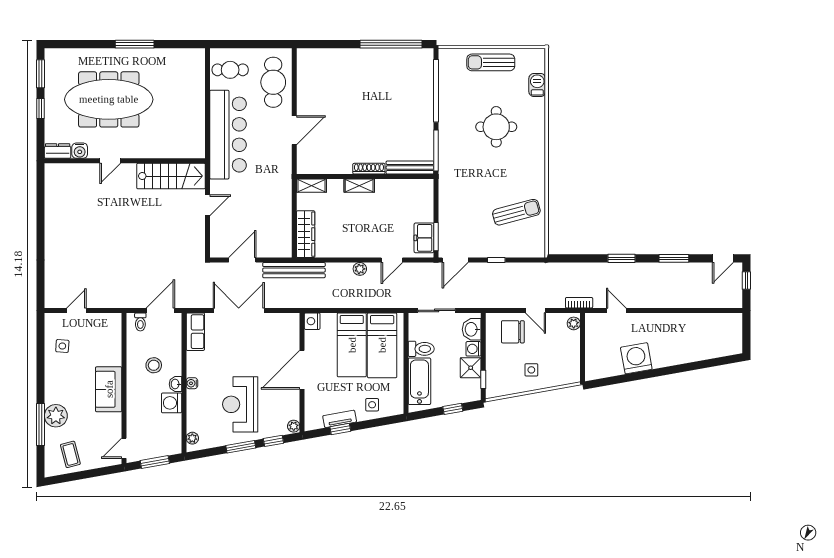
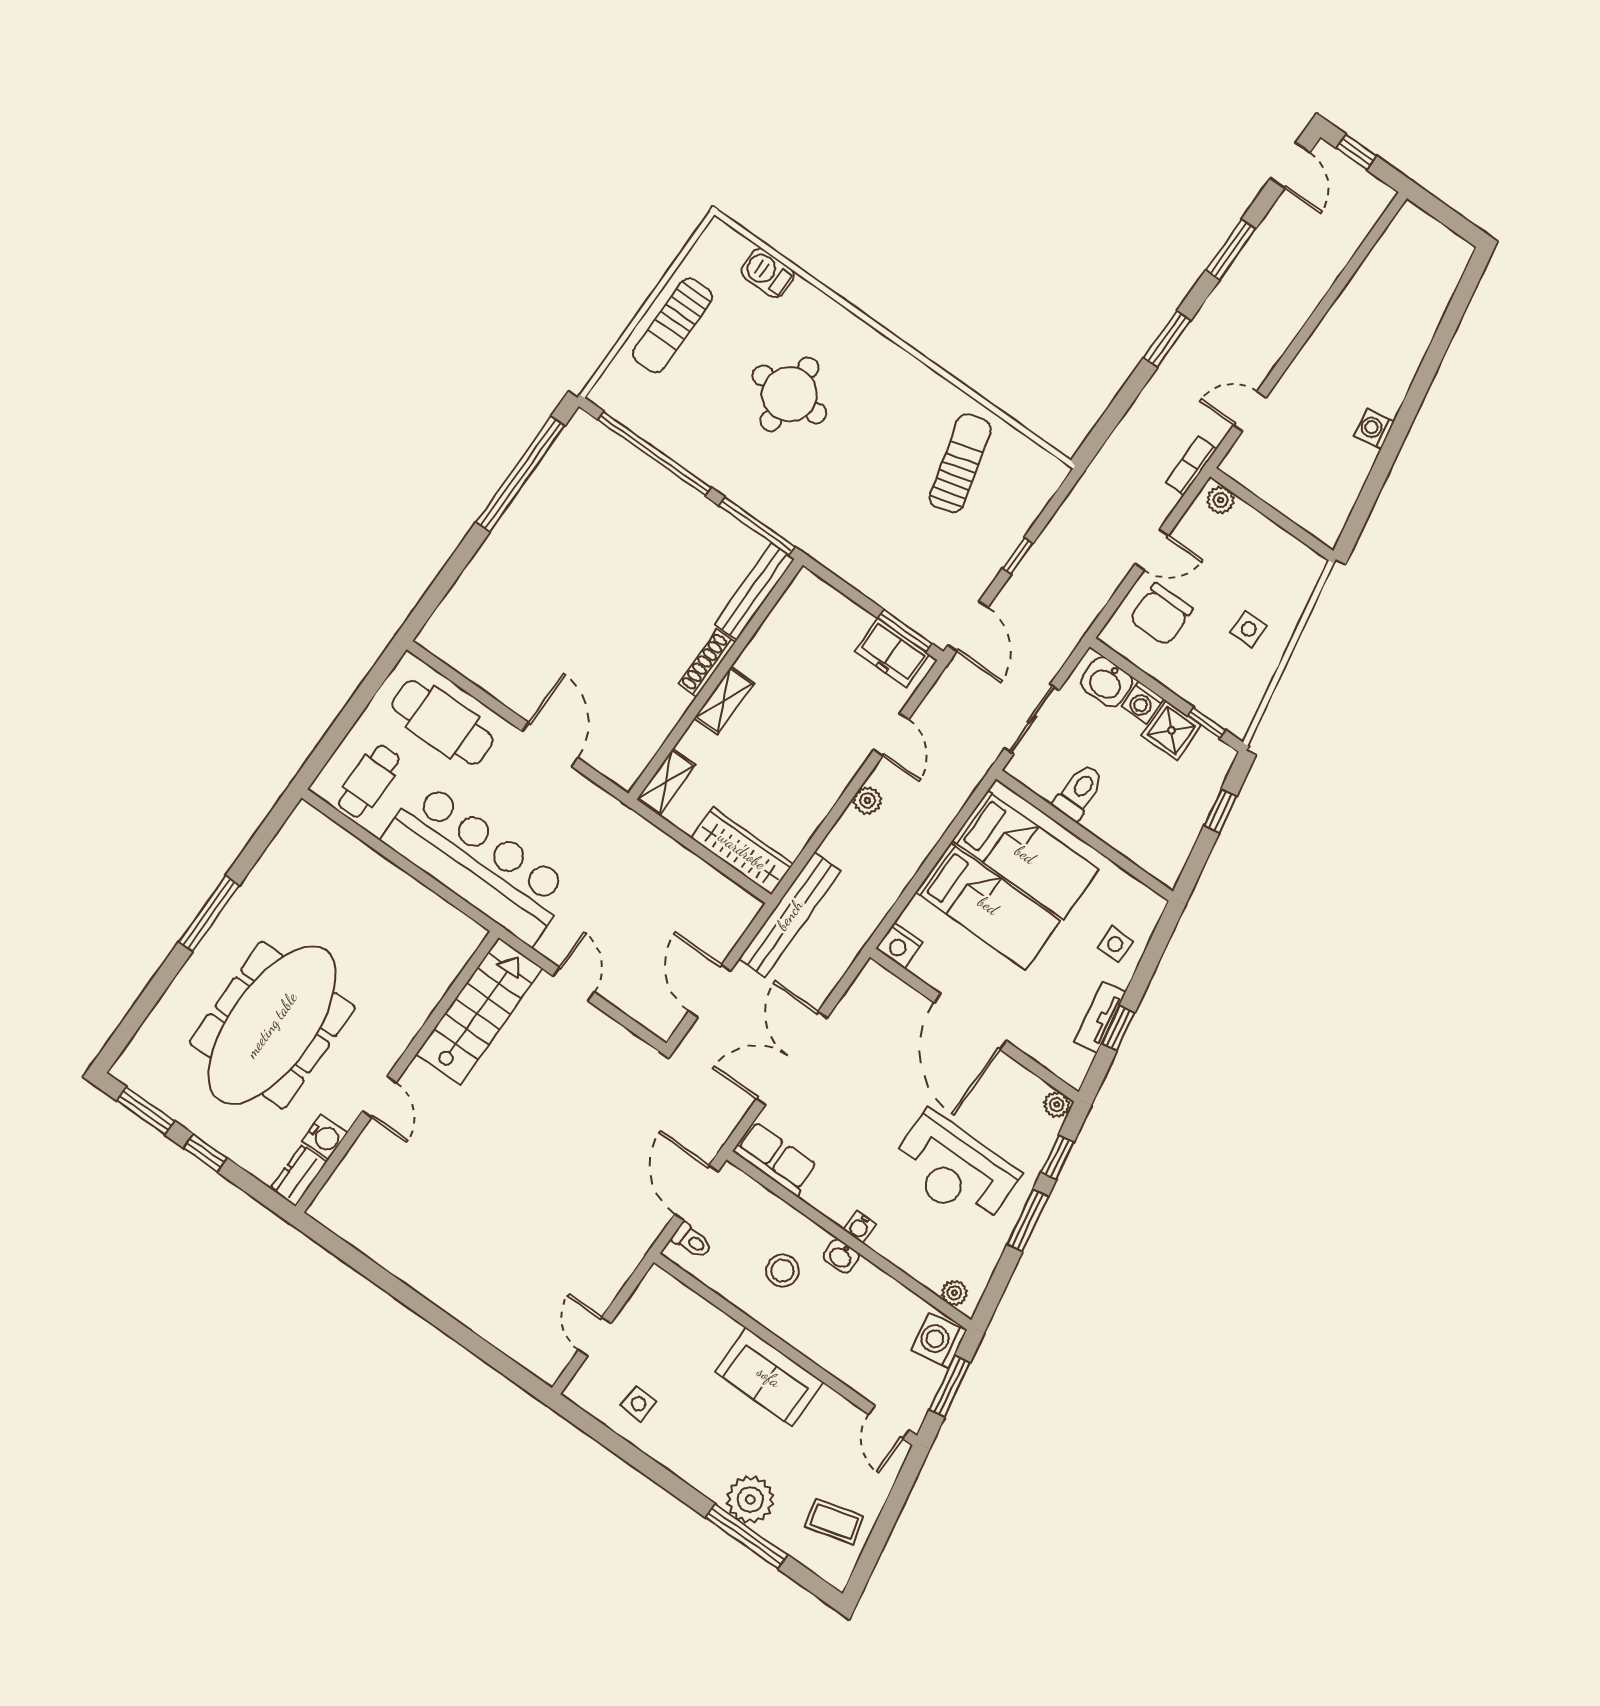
washing machine: (636, 358) -> (1374, 429), width x0.53, depth x0.53
bathtub: (419, 381) -> (1132, 835), removed
washing machine: (172, 403) -> (939, 1340), moved, turned 80

